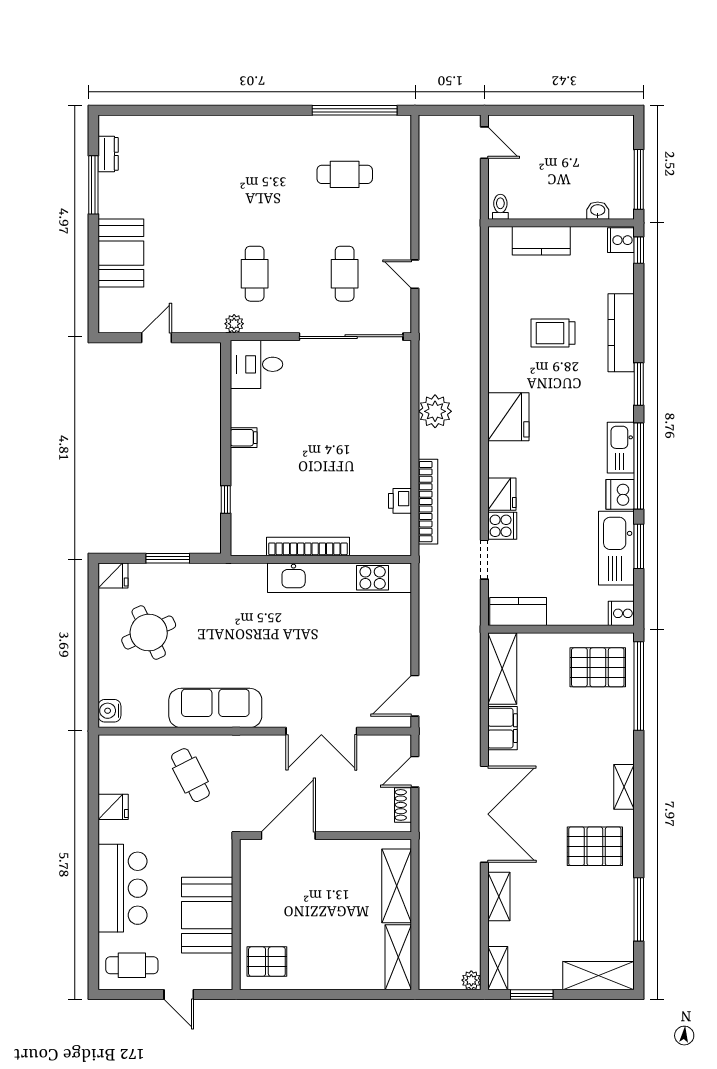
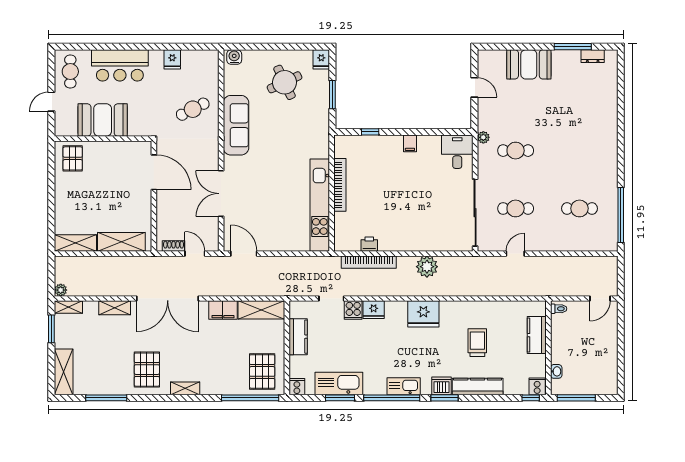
cafe table: (345, 174) -> (579, 208), turned 90
dishwasher: (620, 494) -> (441, 386), moved
kitchen counter: (518, 611) -> (298, 337), moved

